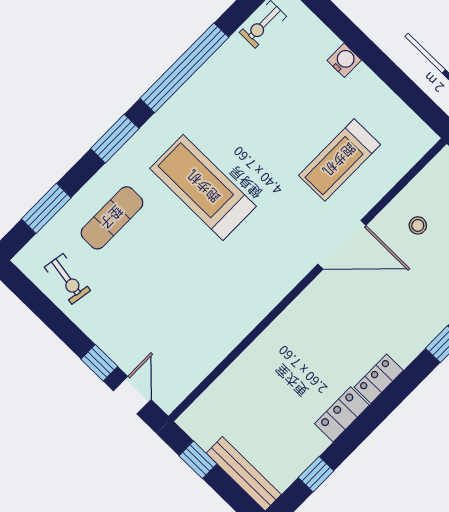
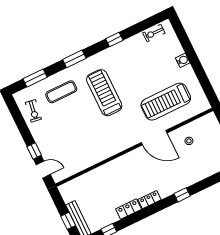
window: (184, 68) -> (114, 39), width x0.32
treadmill: (340, 160) -> (166, 102), width x1.37, depth x1.38
door: (132, 395) -> (43, 170), hinge flipped
window: (198, 460) -> (68, 221), moved

